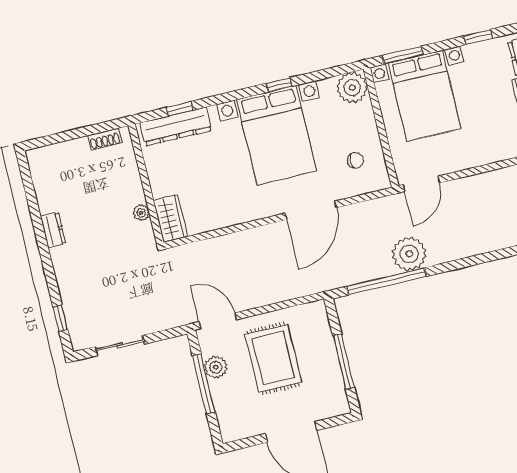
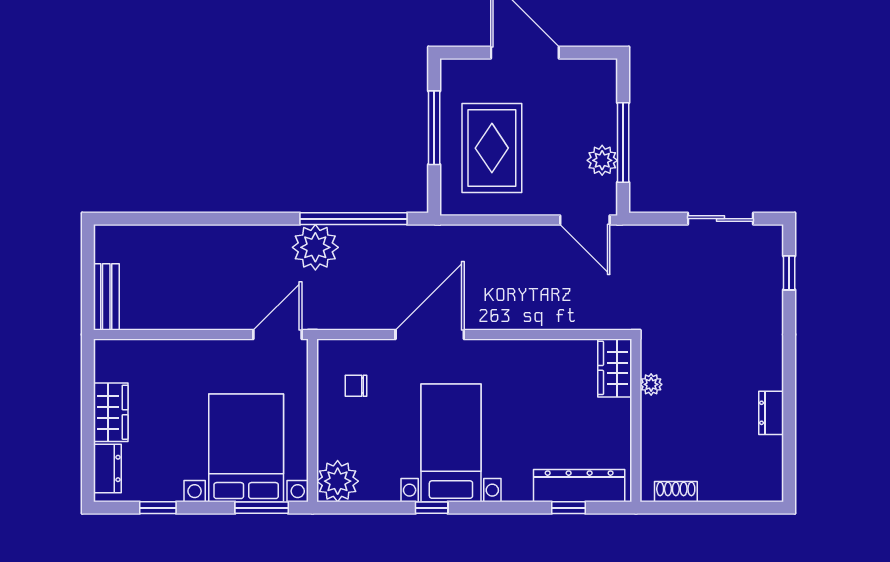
bed with nightstands: (276, 135) -> (451, 443), width x0.73
dresser: (53, 230) -> (771, 413), moved
rug: (273, 358) -> (492, 148), moved

